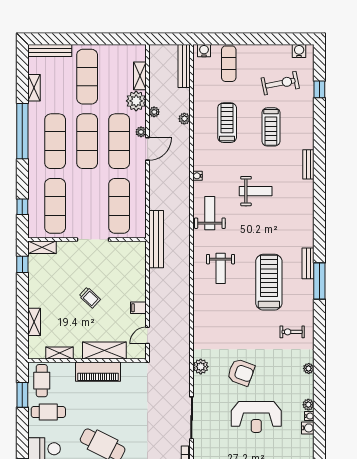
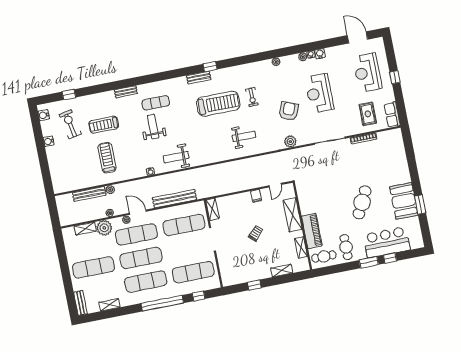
bench: (50, 50) -> (80, 303), width x0.73
water cooler: (204, 51) -> (49, 141), moved
exercise mat: (229, 64) -> (156, 103), moved
bench: (184, 66) -> (89, 194), moved
treadmill: (227, 123) -> (107, 158), turned 90
treadmill: (271, 127) -> (104, 125), turned 180
window: (22, 131) -> (162, 303), moved
bench: (156, 239) -> (175, 199), moved
shelving: (42, 247) -> (212, 209), moved
window: (22, 264) -> (254, 285), moved
weight bench: (221, 268) -> (244, 136), moved
window: (319, 281) -> (210, 67), width x0.46
treadmill: (269, 282) -> (218, 104), turned 180
exercise bike: (292, 332) -> (252, 97), moved
door: (148, 335) -> (275, 185), hinge flipped
piano: (98, 372) -> (312, 231), moved
window: (22, 395) -> (369, 262), moved
reception desk: (256, 417) -> (319, 93), turned 180

